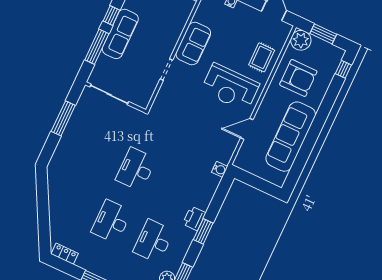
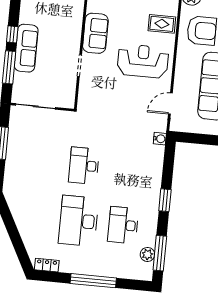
rug: (262, 57) -> (162, 24), turned 90
reception desk: (230, 87) -> (143, 61), turned 180
door: (247, 129) -> (170, 103), moved
printer: (194, 218) -> (153, 191), removed
desk: (111, 221) -> (79, 221), width x1.36, depth x1.30

